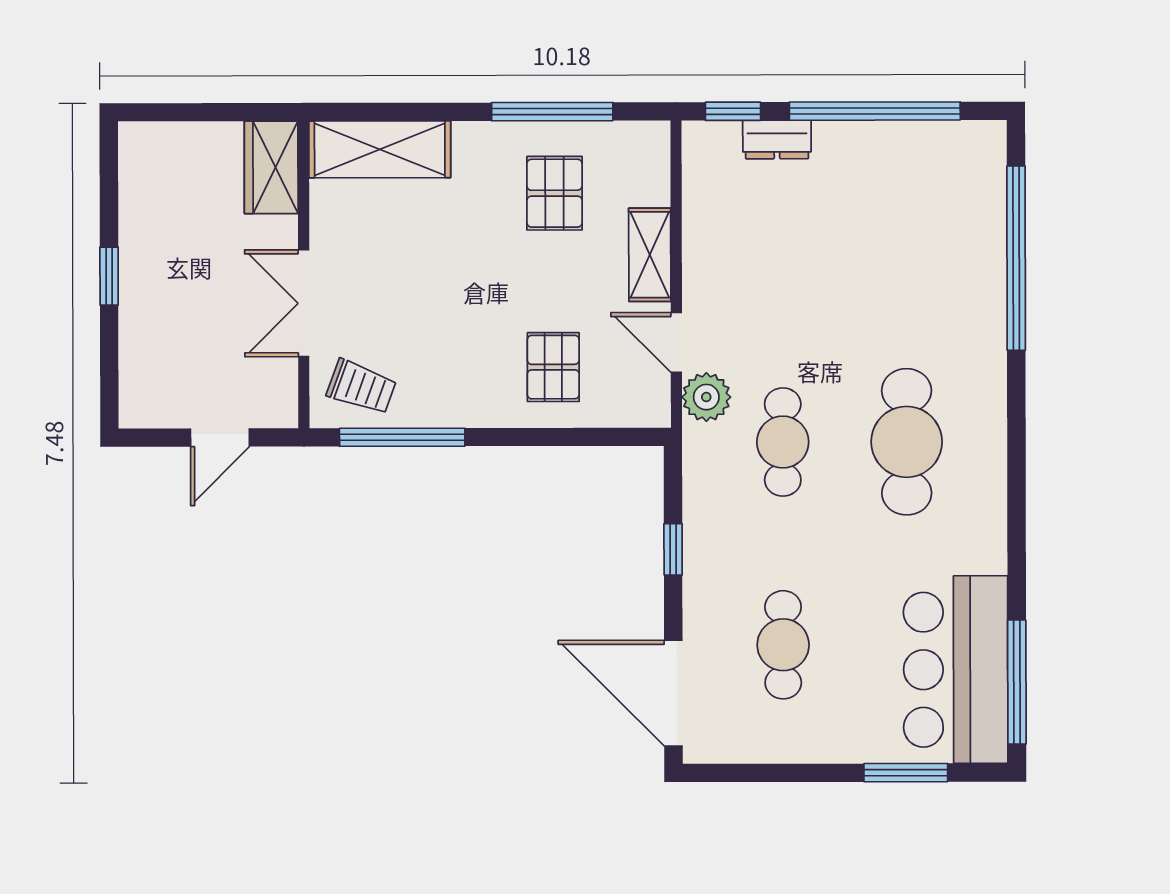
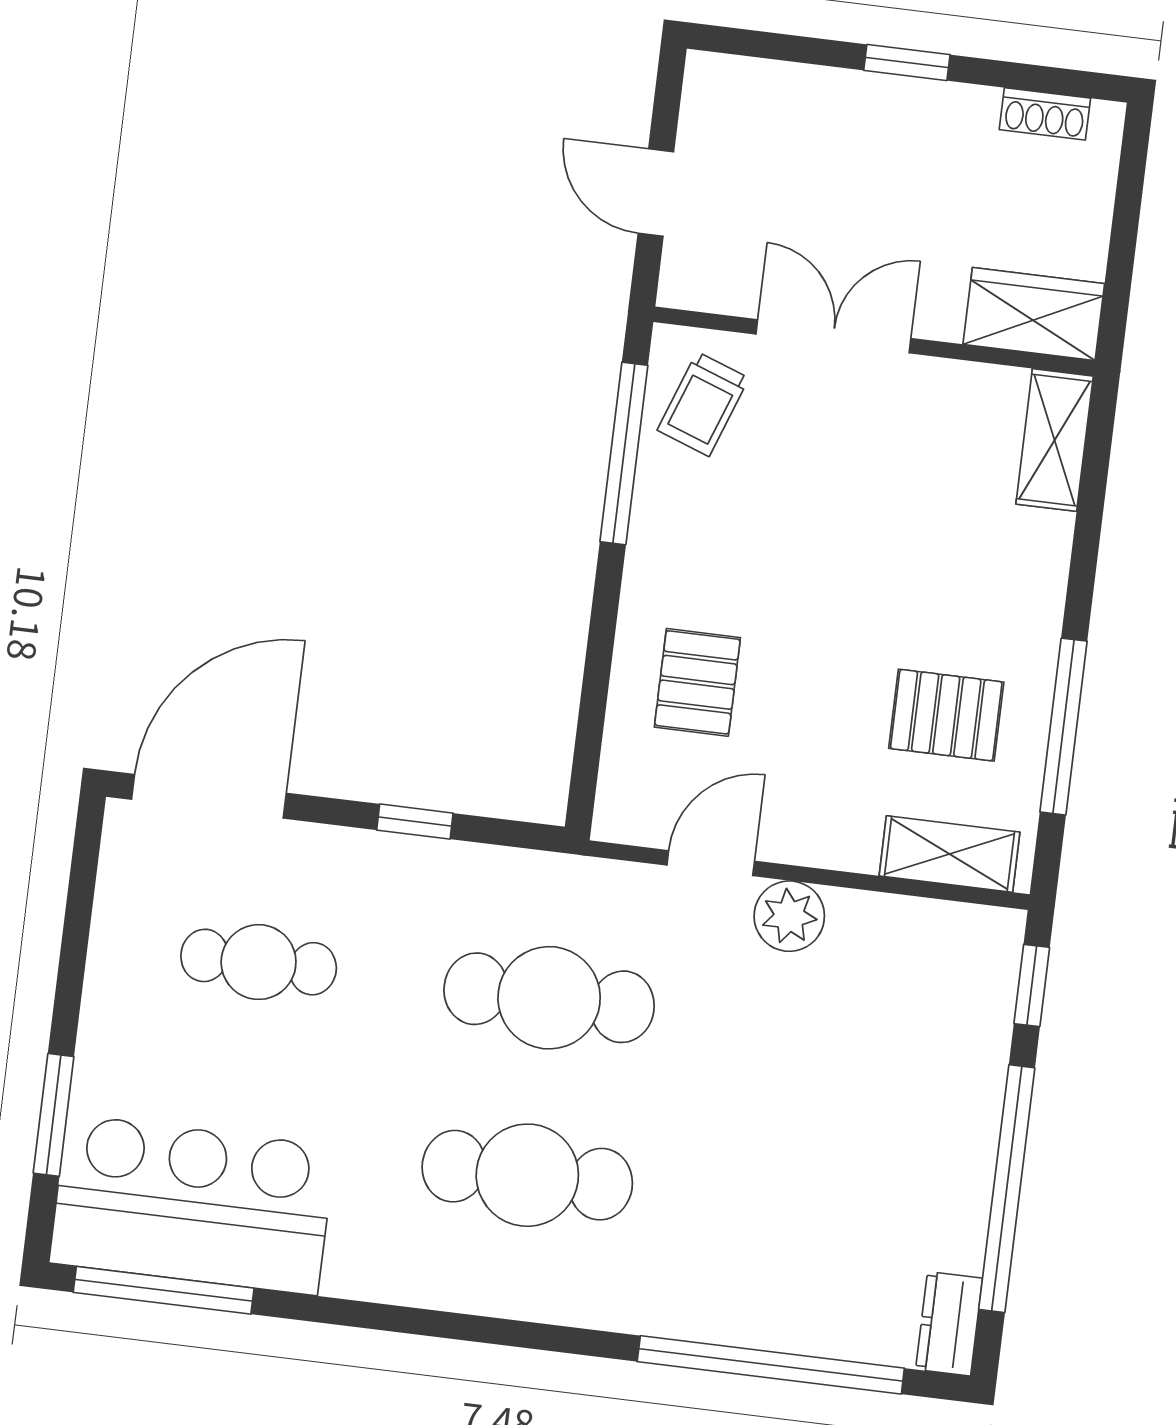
dresser: (777, 140) -> (949, 1324), moved
shelving: (380, 149) -> (1055, 440), width x0.67, depth x0.75
shoe rack: (133, 177) -> (1045, 114), added
shelving: (650, 255) -> (949, 854), moved
pallet: (553, 367) -> (697, 682), turned 90
plant: (706, 397) -> (789, 916), moved
cafe table: (783, 442) -> (549, 998), width x1.37, depth x1.35

